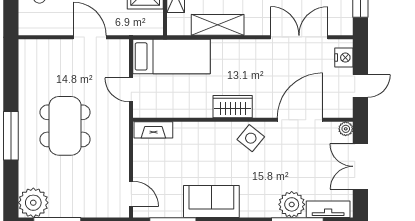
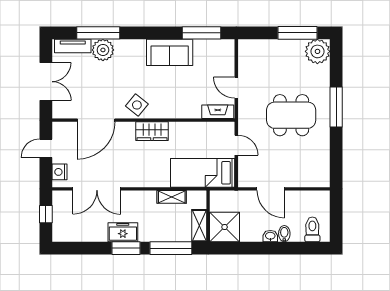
shelving: (218, 25) -> (172, 197), width x0.67, depth x0.75
dining table: (65, 126) -> (291, 115), turned 90
plant: (346, 129) -> (58, 113), removed
door: (131, 194) -> (236, 88), moved

